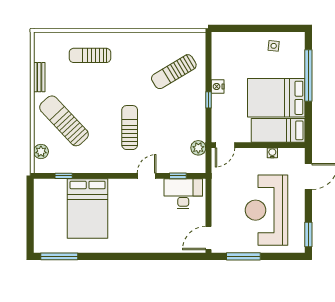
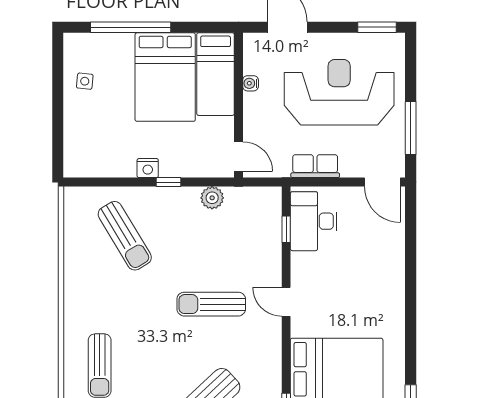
plant: (198, 148) -> (212, 198), moved
door: (147, 176) -> (286, 302), moved
row of seats: (219, 195) -> (315, 166), added
reception desk: (267, 210) -> (339, 92), turned 180

